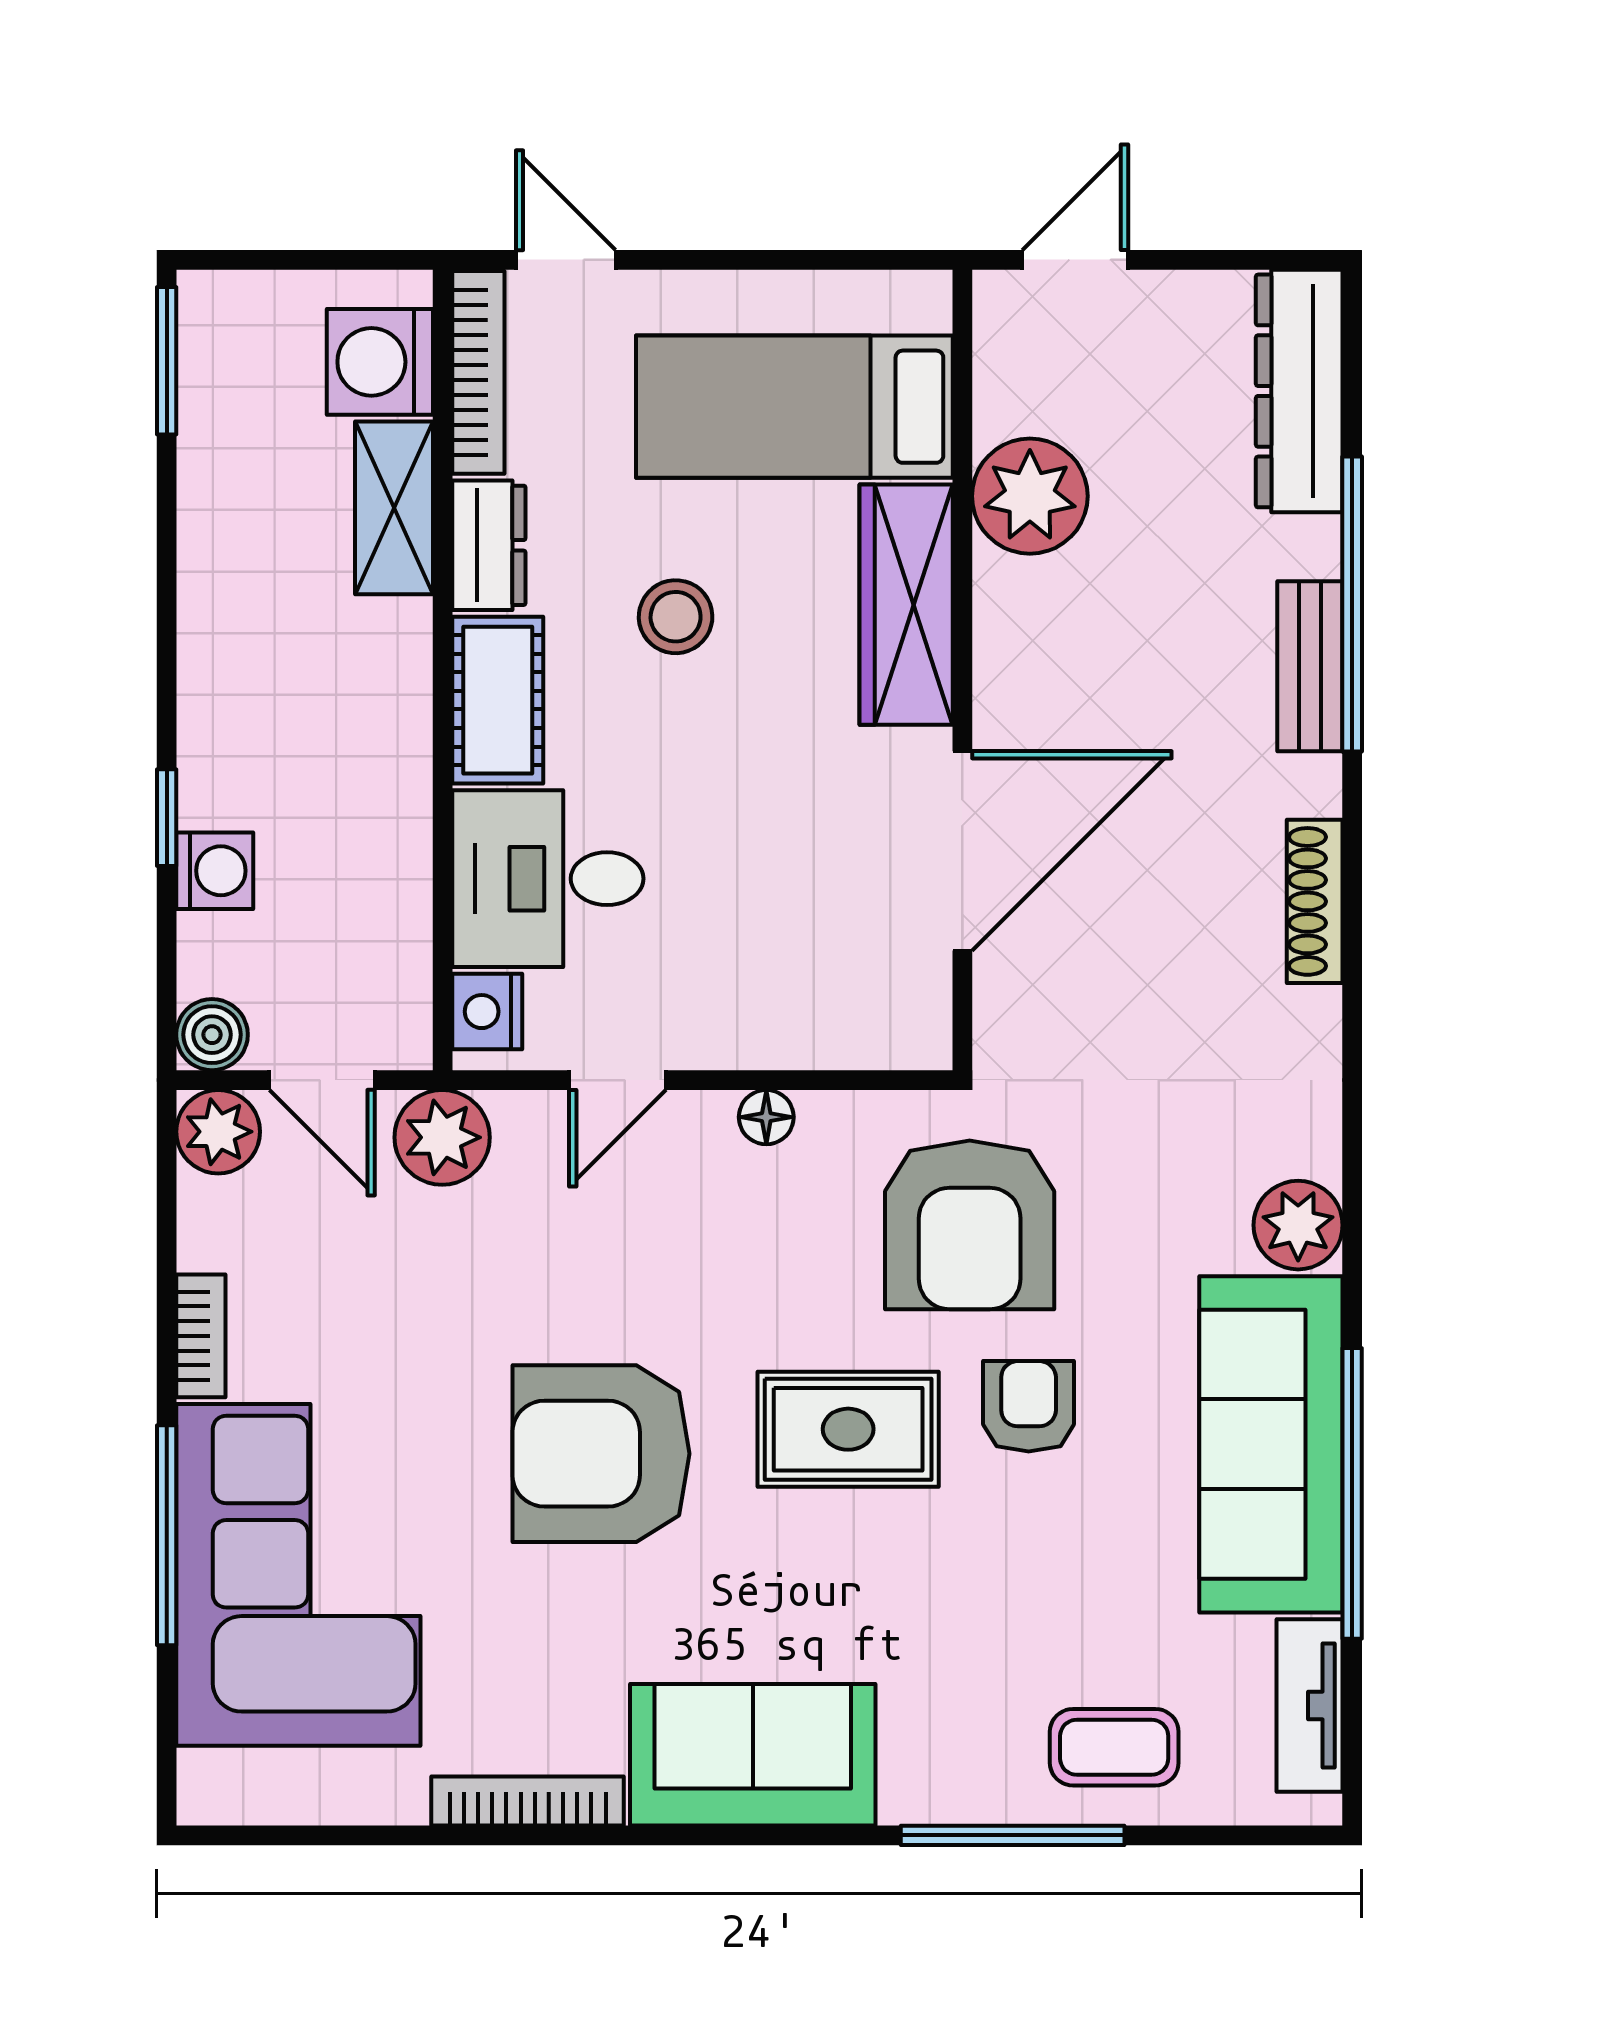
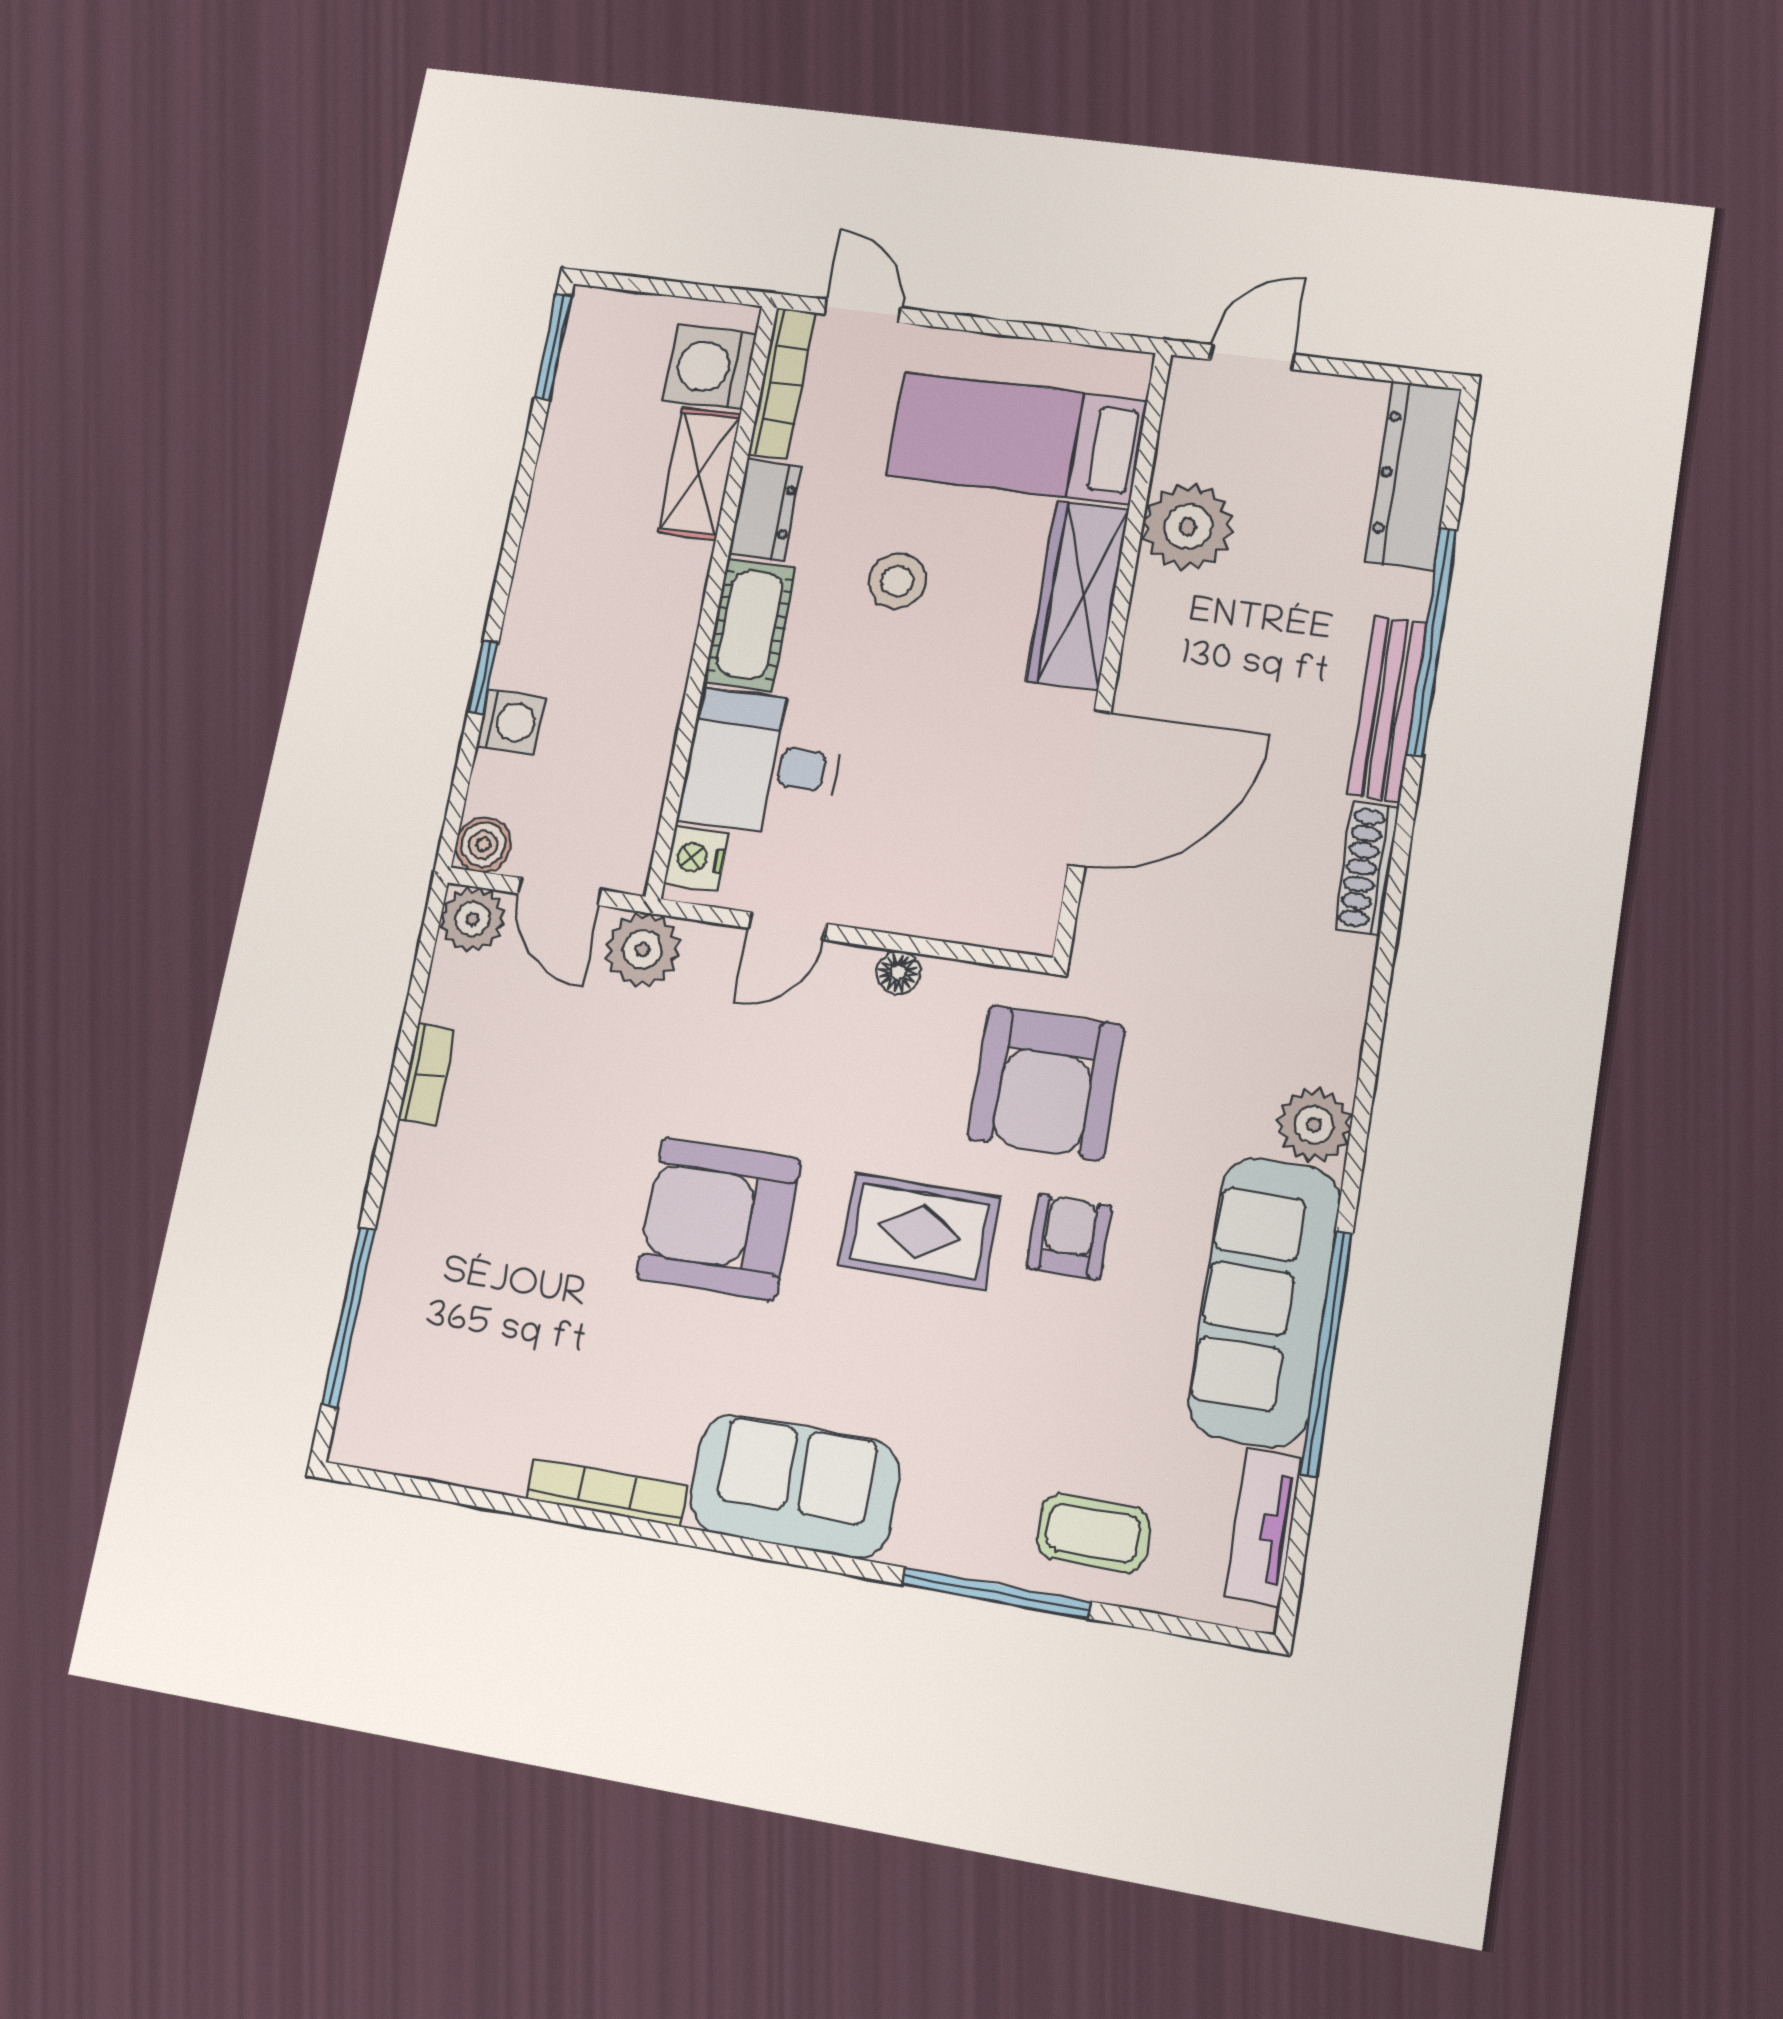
bench: (1310, 666) -> (1387, 709), width x1.36
window: (167, 1535) -> (348, 1317), moved
corner sofa: (298, 1575) -> (462, 1276), removed

